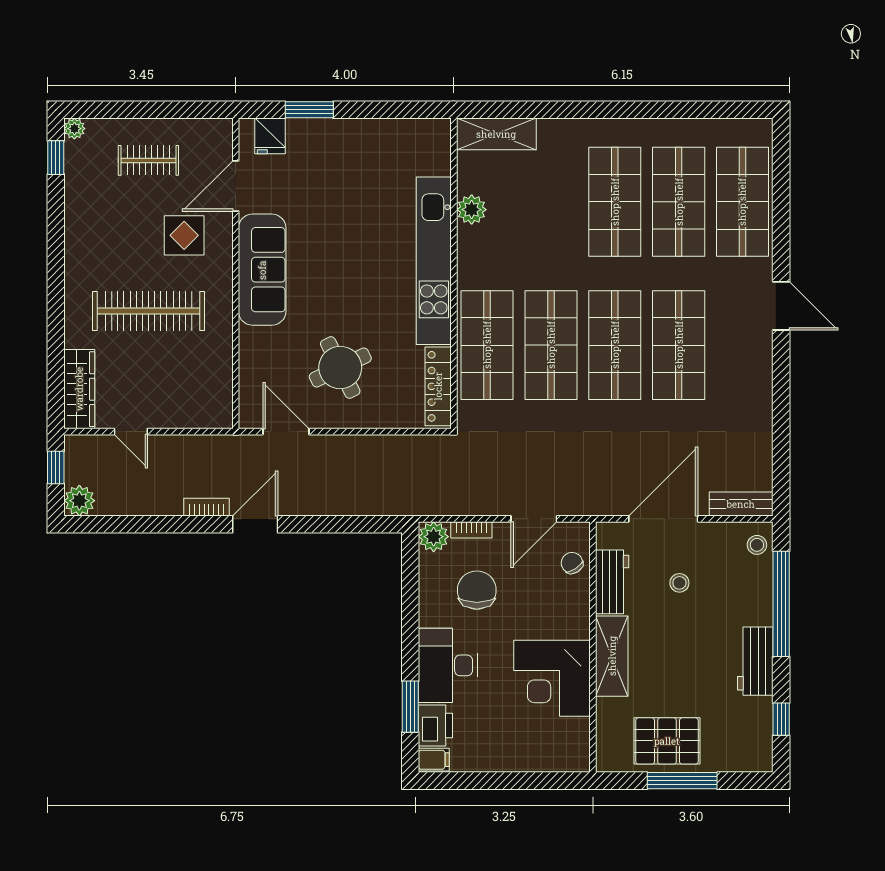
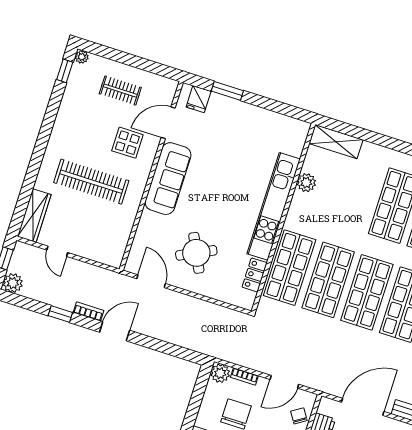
locker: (438, 386) -> (255, 275), width x0.66
window: (165, 524) -> (60, 314), added

